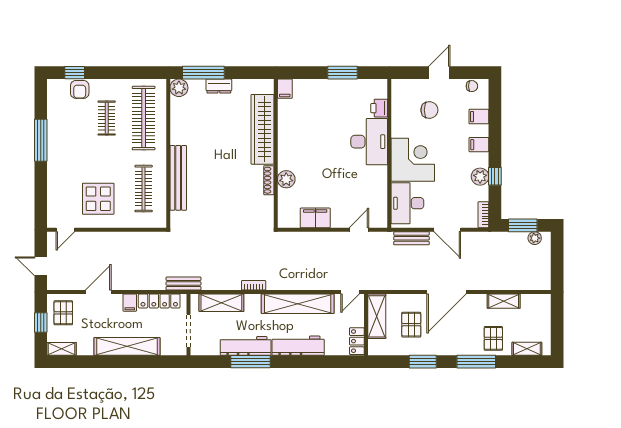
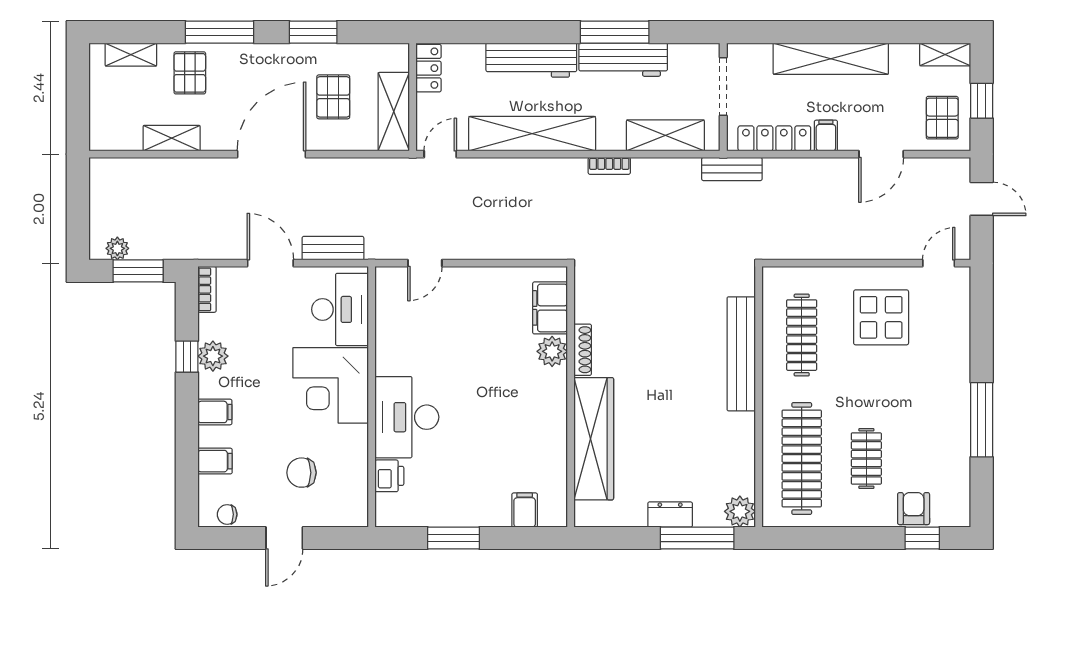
filing cabinet: (285, 89) -> (525, 510), moved
filing cabinet: (315, 218) -> (550, 308), moved, turned 90

